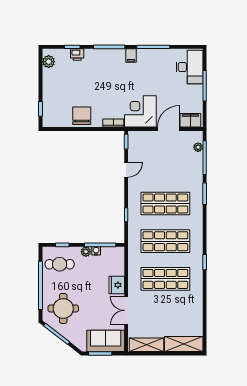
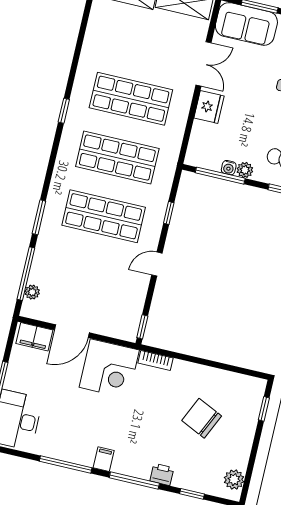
printer: (77, 55) -> (162, 474), moved
chair: (82, 116) -> (202, 418), moved, turned 115
door: (126, 170) -> (157, 264), moved

